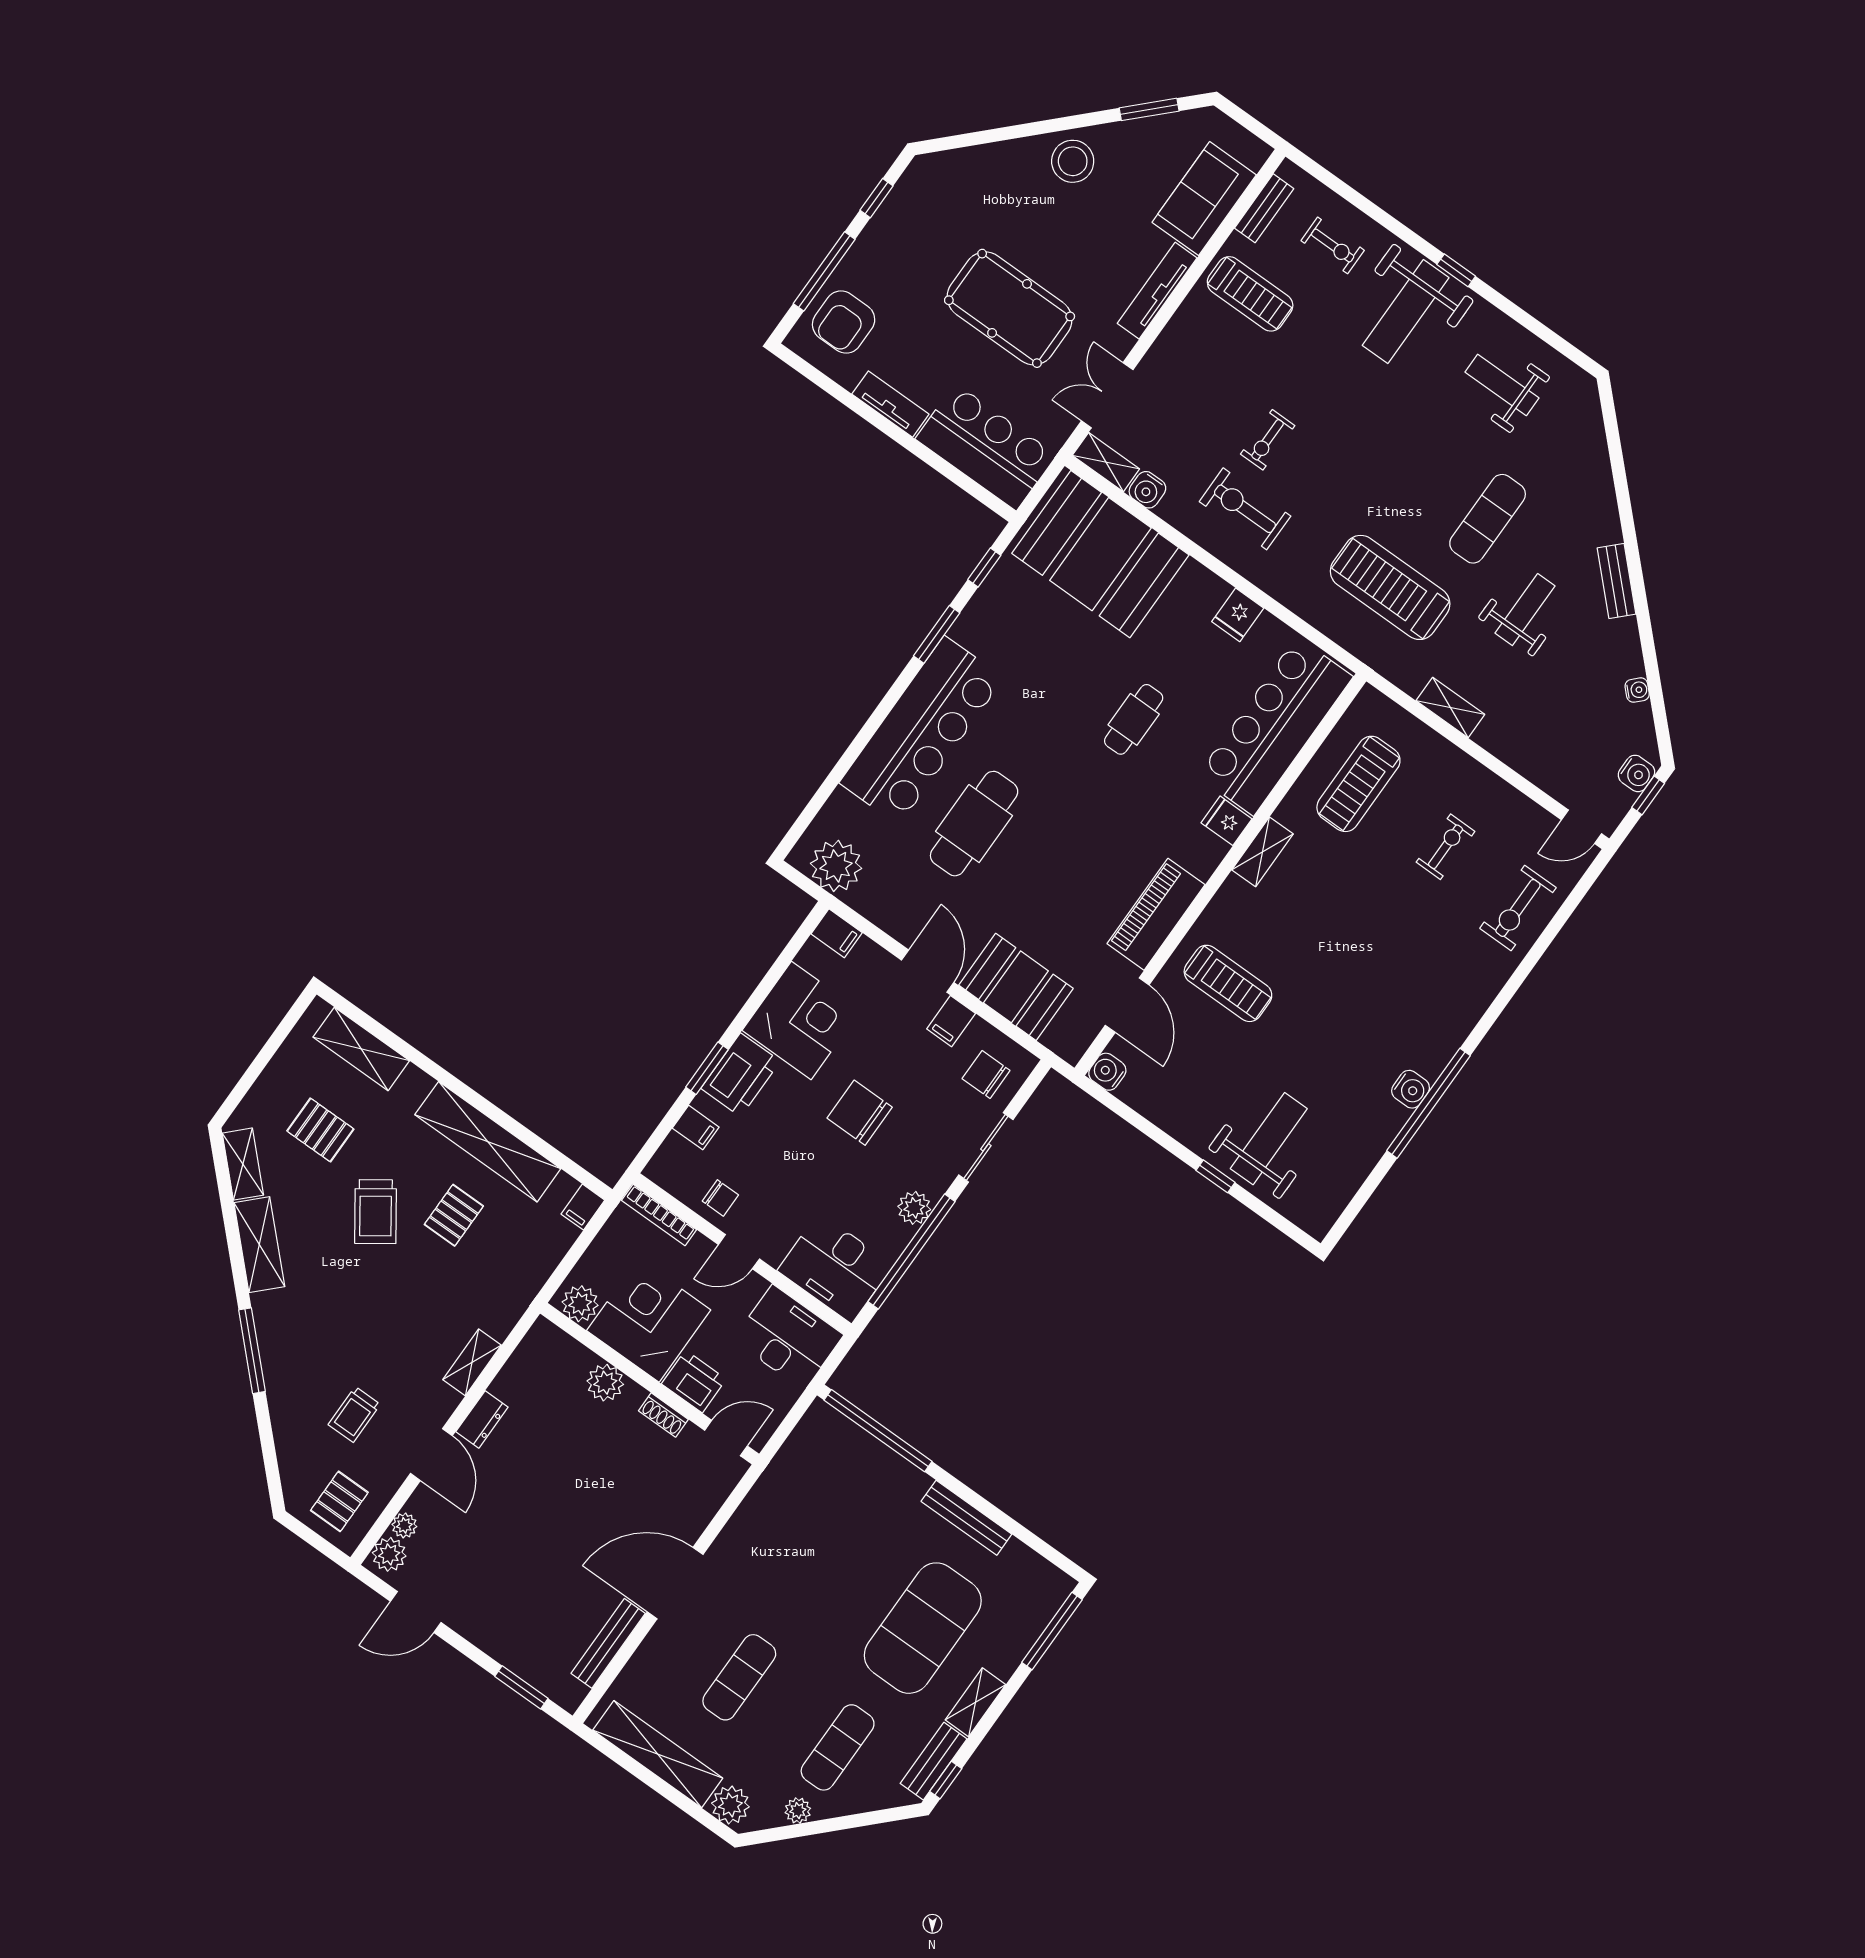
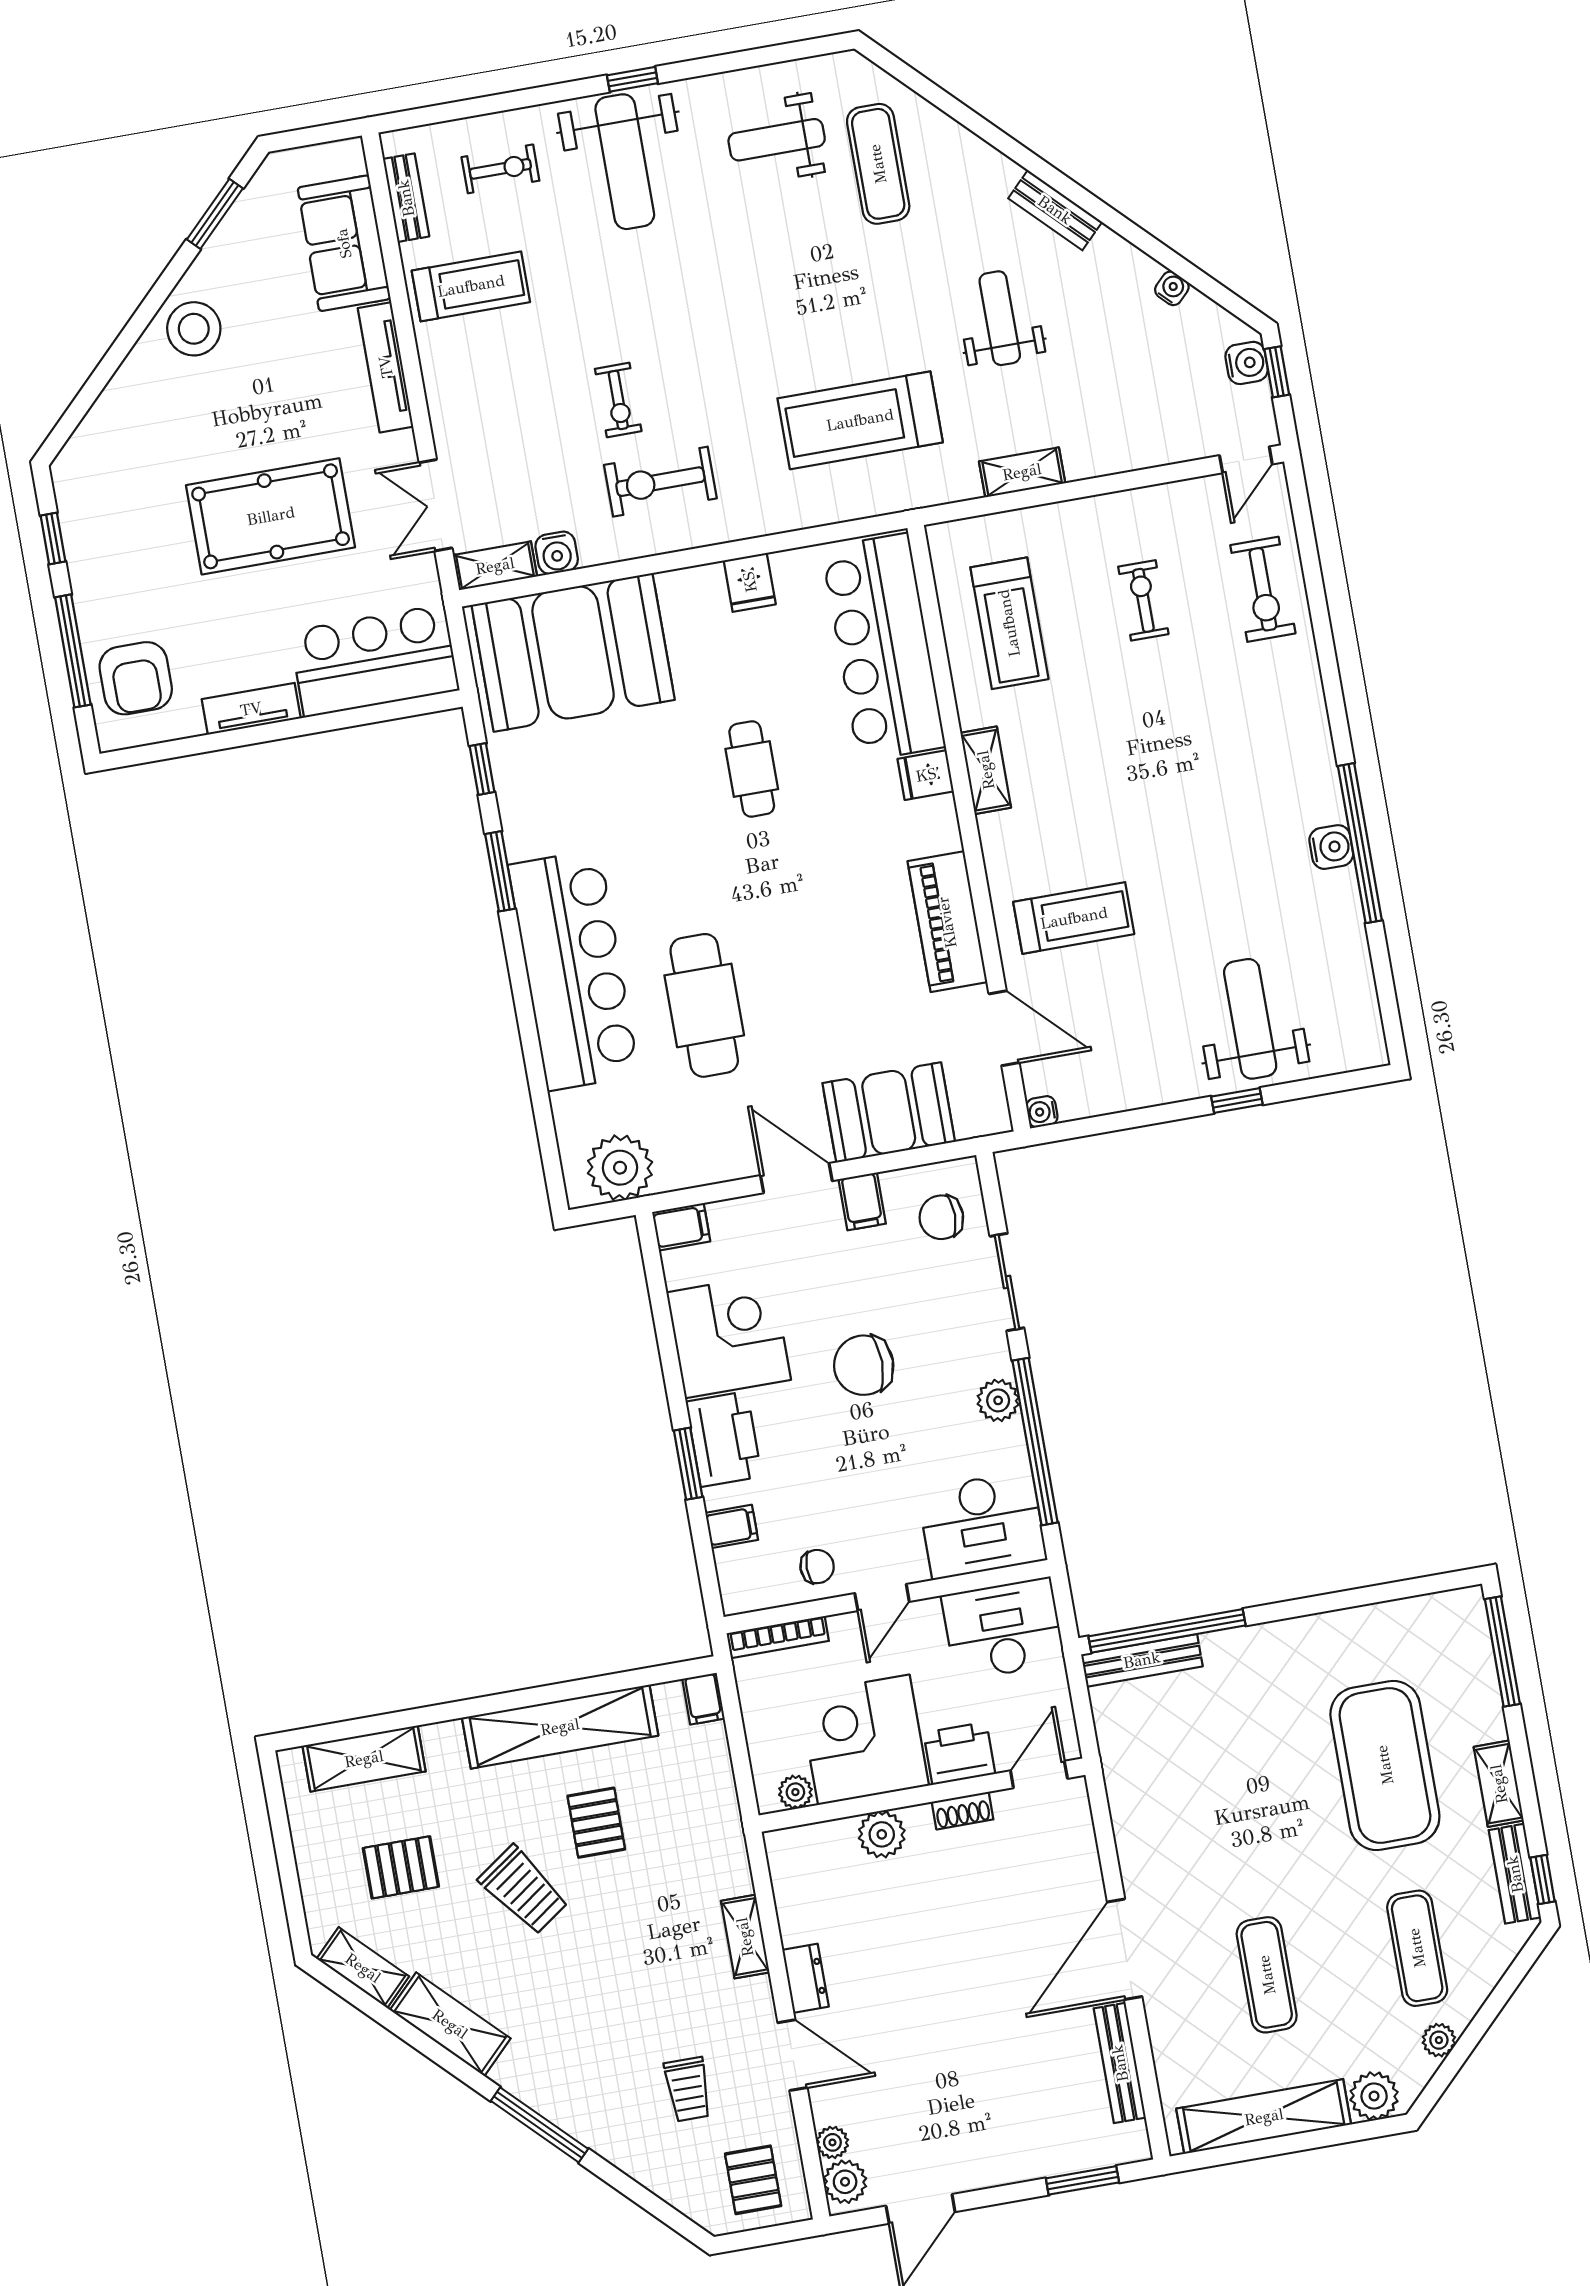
exercise mat: (1488, 519) -> (878, 164), moved
water cooler: (1107, 1072) -> (1042, 1112), width x0.72, depth x0.72
plant: (580, 1304) -> (795, 1792), width x0.73, depth x0.73
bench: (966, 1518) -> (1142, 1660), moved

